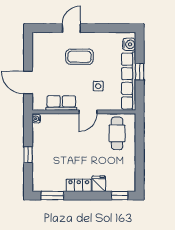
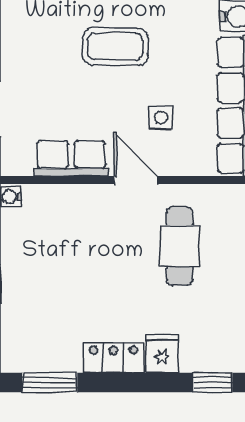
door: (88, 112) -> (136, 180), swing flipped
cafe table: (117, 133) -> (180, 246), moved

